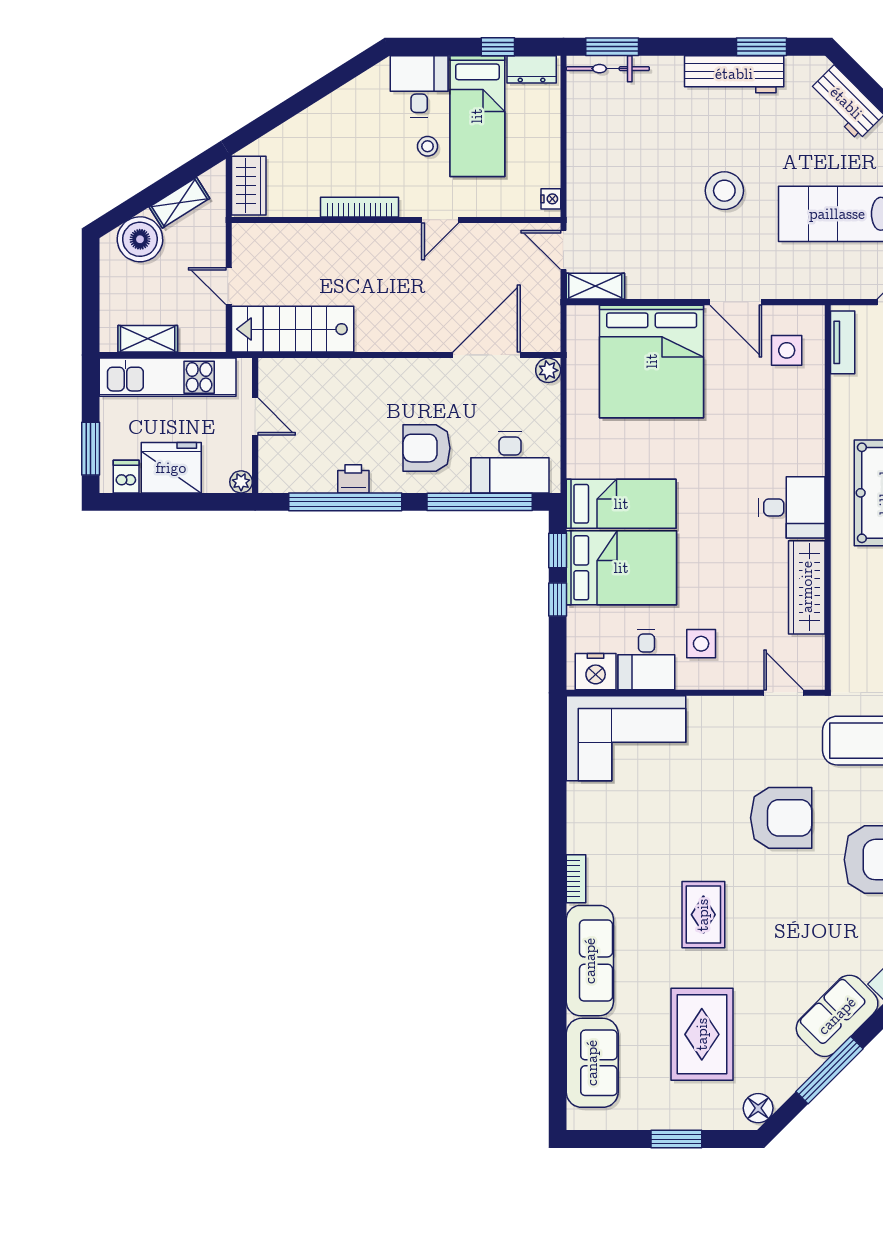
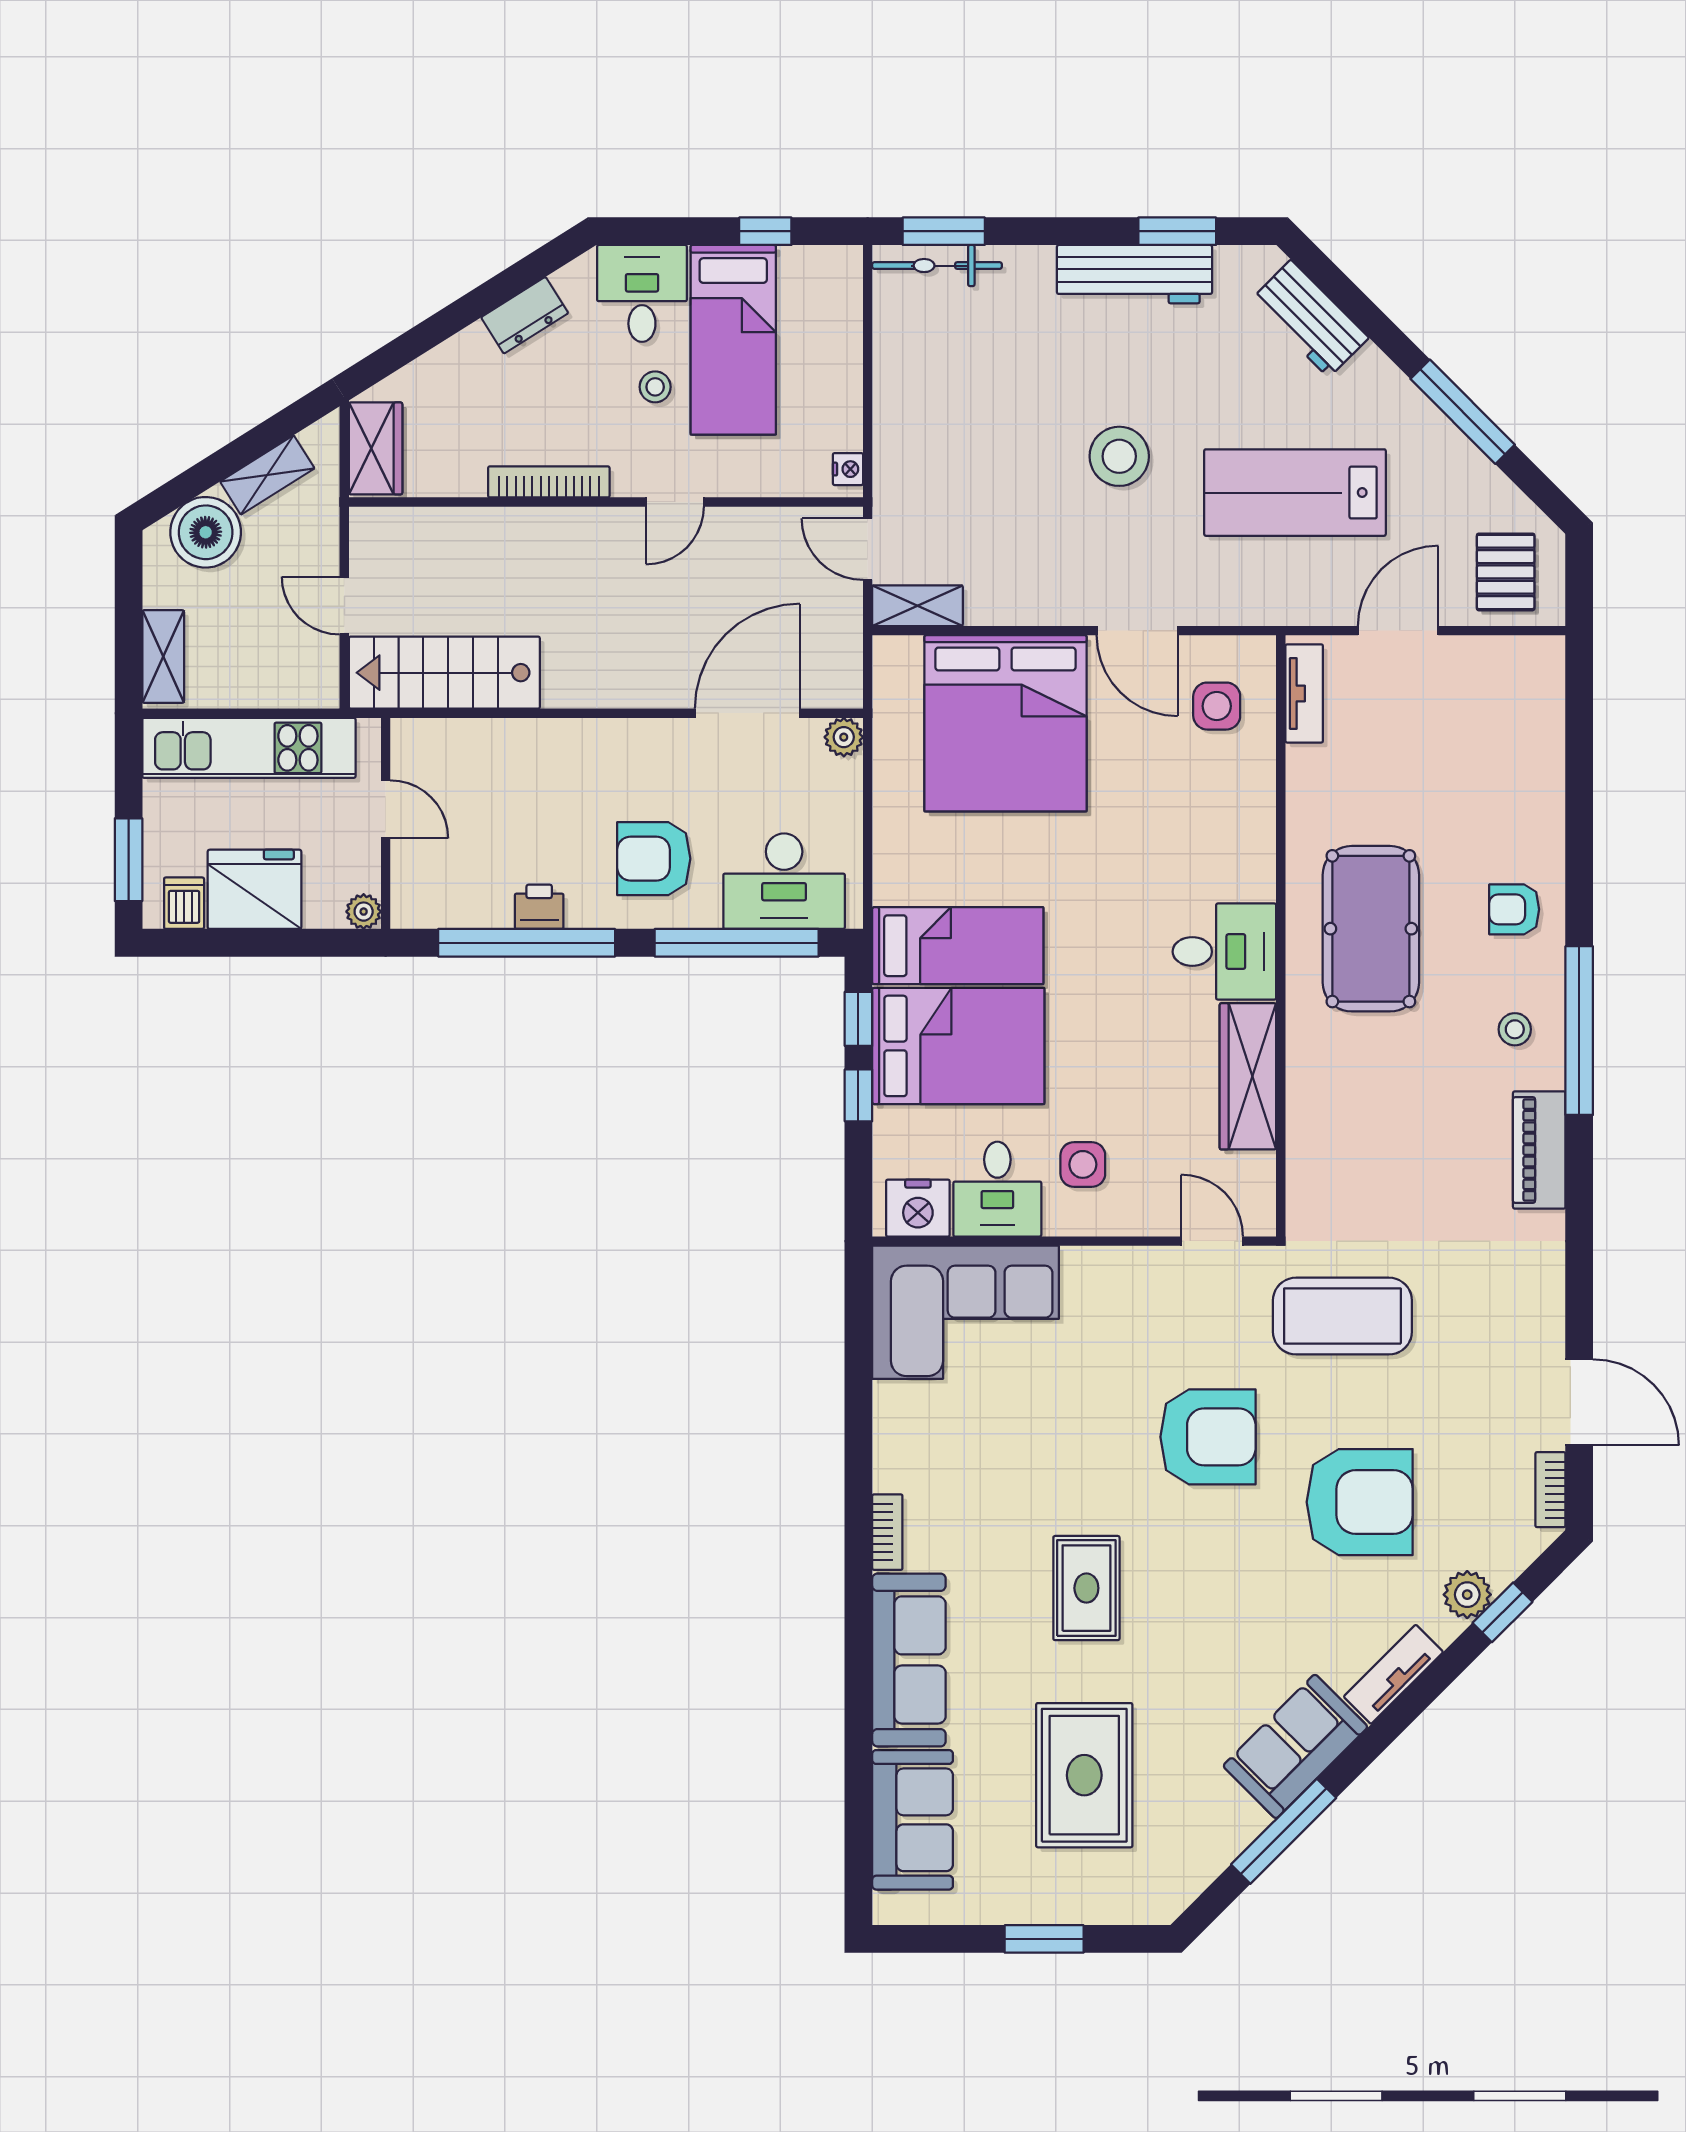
dresser: (532, 69) -> (525, 315), moved, turned -32
shelving: (148, 339) -> (163, 657), moved, turned 90
floor lamp: (758, 1108) -> (1172, 1891), removed

